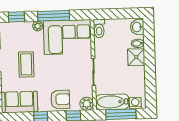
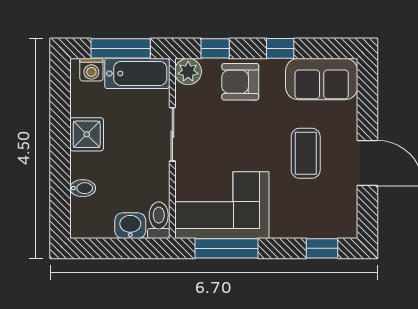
window: (54, 16) -> (226, 248), moved
plant: (38, 26) -> (281, 229), removed
washbasin: (137, 27) -> (130, 226), moved, turned -90
shower: (136, 57) -> (87, 134), moved

